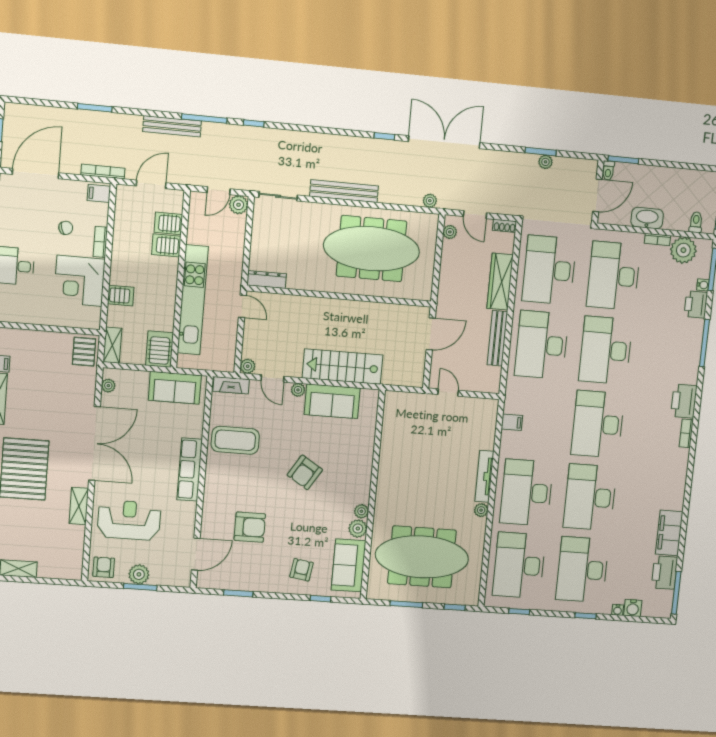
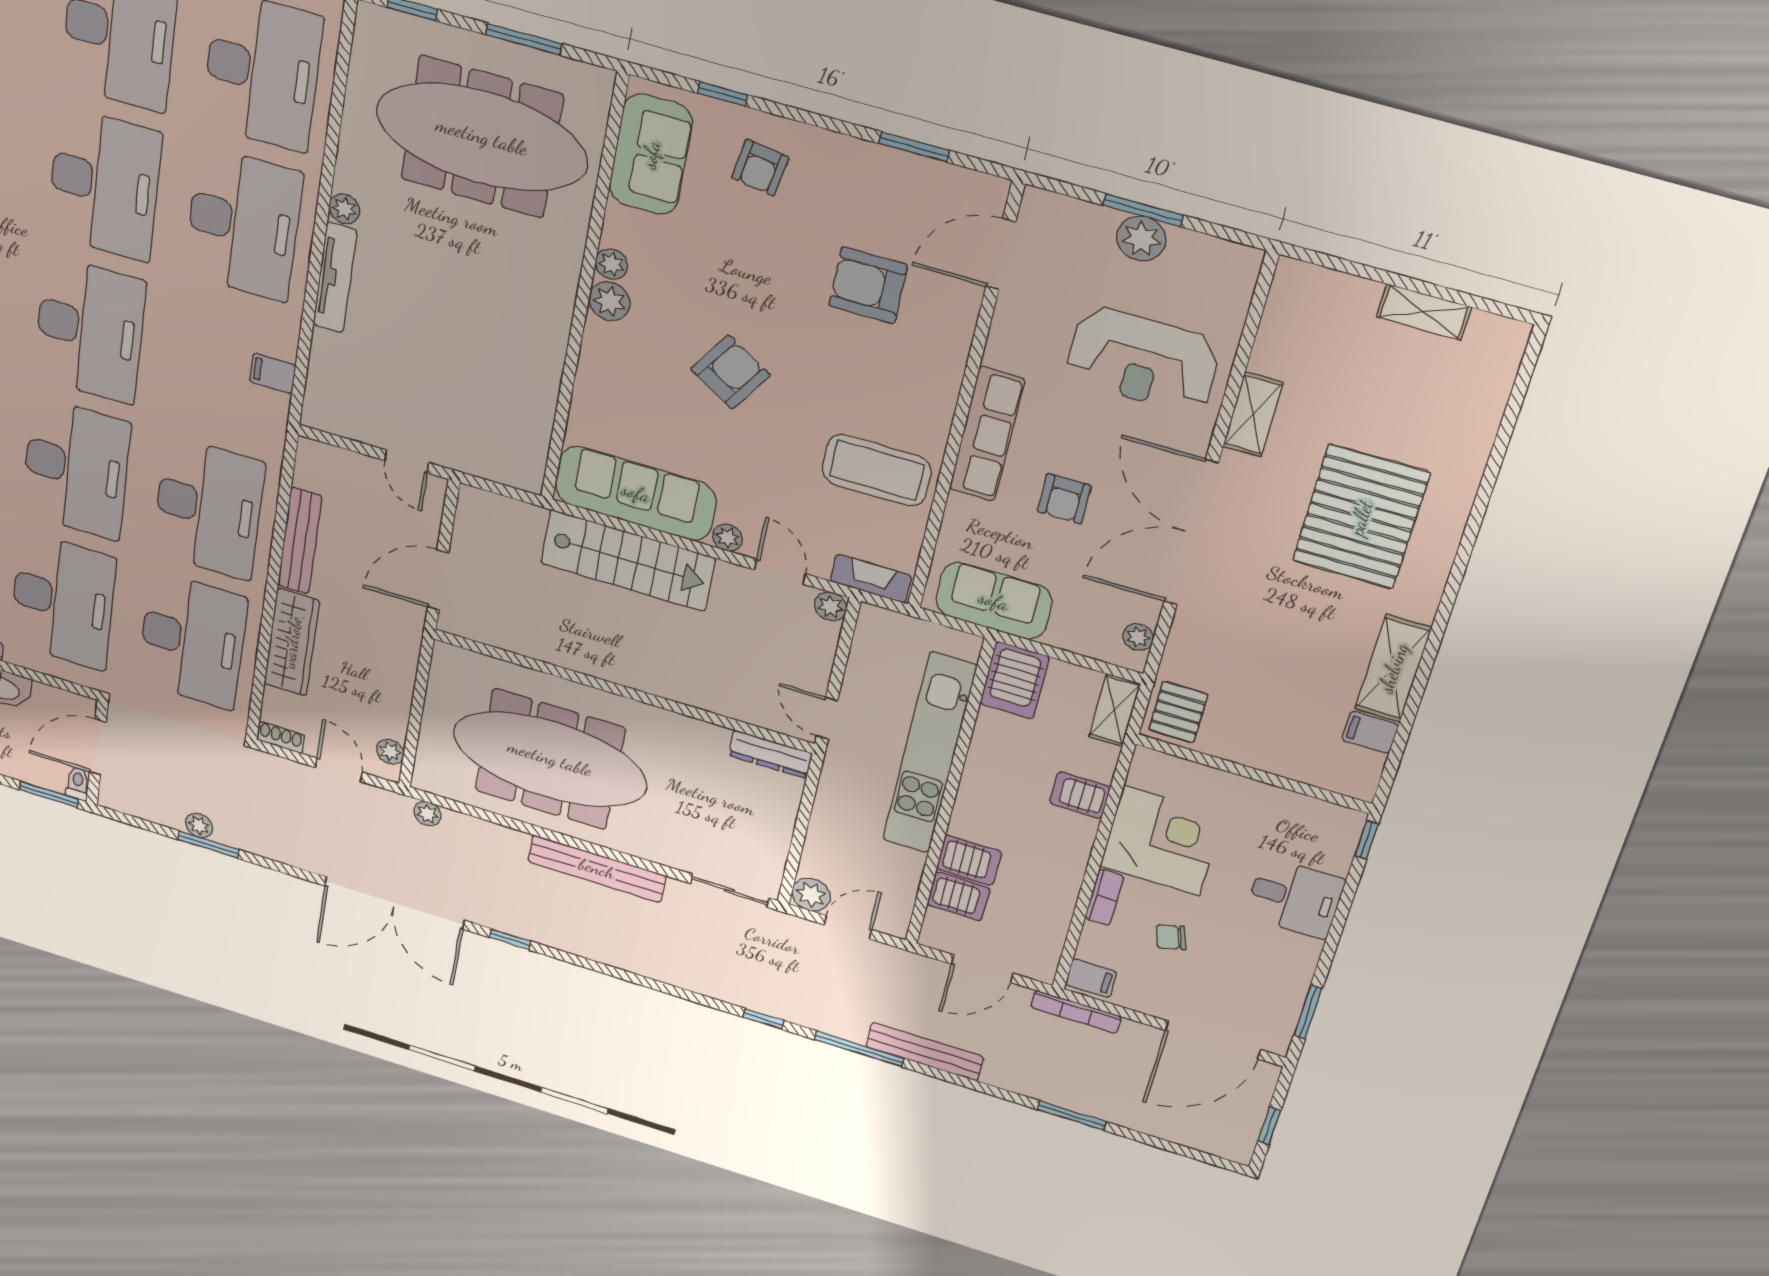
sofa: (332, 401) -> (636, 493), width x1.36
plant: (358, 529) -> (609, 301), moved
armchair: (104, 567) -> (1064, 499), moved

